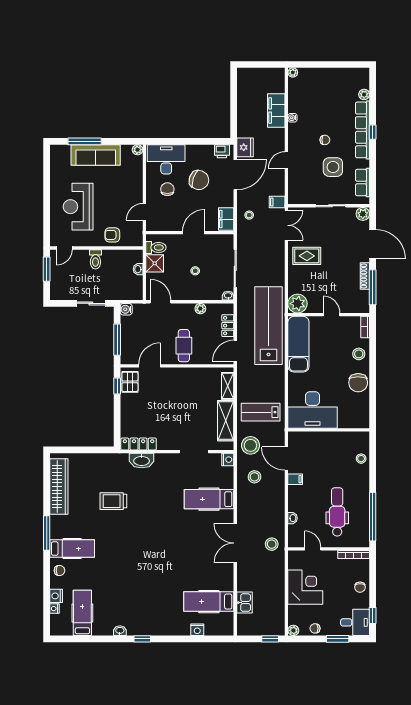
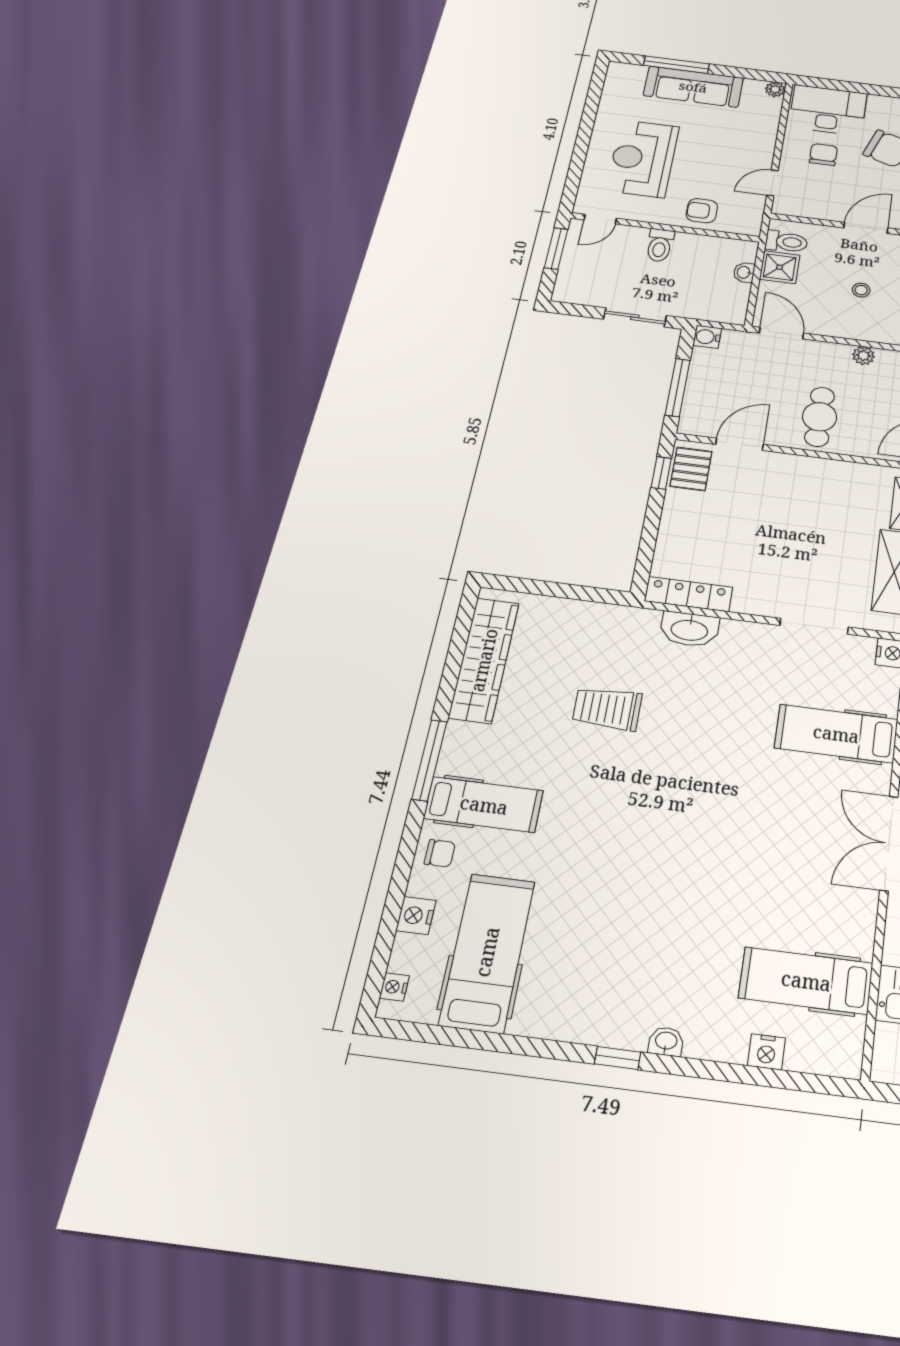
nightstand: (54, 609) -> (394, 987), moved
hospital bed: (82, 613) -> (487, 952), width x1.37, depth x1.29
washbasin: (120, 631) -> (666, 1041), moved

